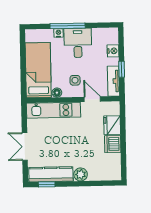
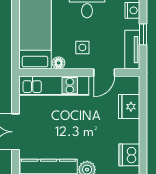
door: (92, 99) -> (104, 72), swing flipped
dishwasher: (113, 144) -> (129, 155), moved

